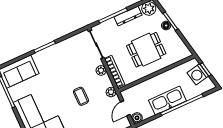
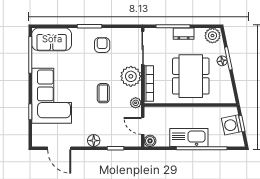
dresser: (128, 16) -> (184, 34), width x0.70
dining table: (146, 50) -> (191, 76), width x1.38
armchair: (62, 57) -> (102, 45), added
plant: (101, 70) -> (131, 76), width x1.88, depth x1.88
door: (125, 108) -> (143, 126), hinge flipped

